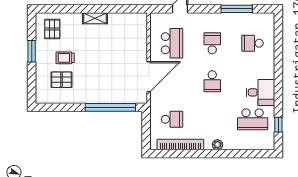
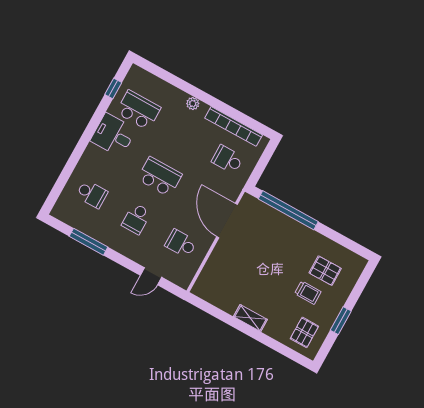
school desk: (172, 43) -> (181, 243), width x0.54
door: (149, 77) -> (227, 221), hinge flipped
school desk: (212, 81) -> (160, 177), width x1.85

